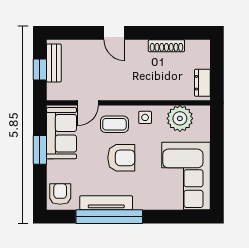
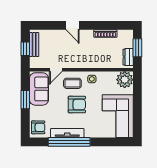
window: (217, 68) -> (137, 48), added
plant: (180, 118) -> (125, 80), moved
armchair: (60, 194) -> (38, 127), turned 90

